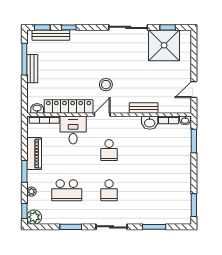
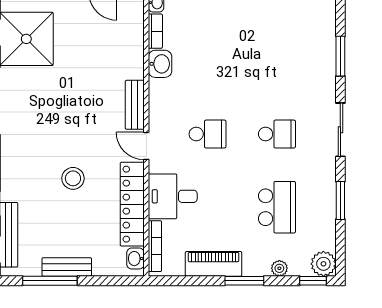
stool: (106, 85) -> (73, 178), moved
bench: (144, 108) -> (135, 105), moved

